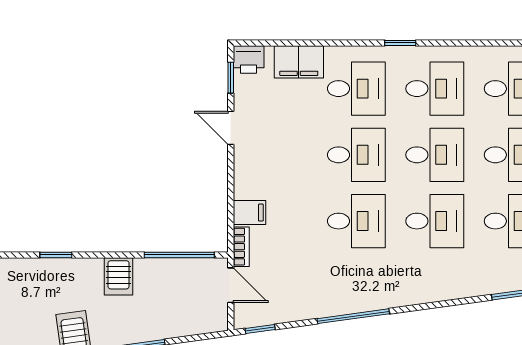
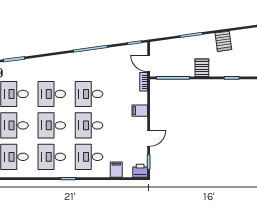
filing cabinet: (299, 62) -> (116, 170), width x0.50
door: (231, 128) -> (149, 138), hinge flipped
filing cabinet: (249, 213) -> (140, 111), moved

